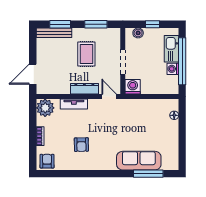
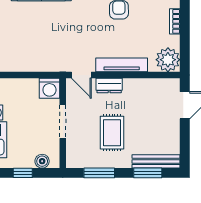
dresser: (84, 89) -> (109, 86), width x0.70
tv unit: (74, 104) -> (122, 65), width x1.41

